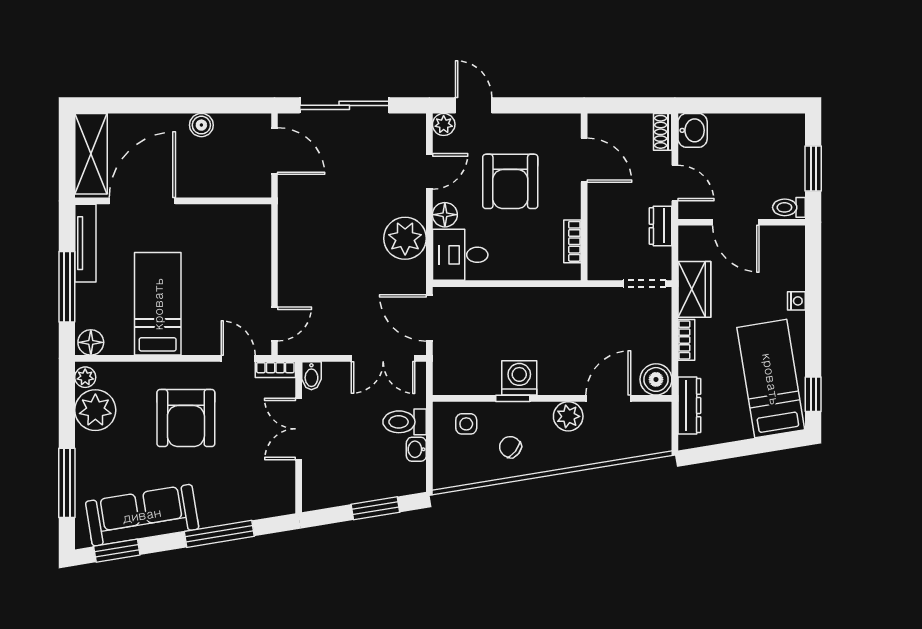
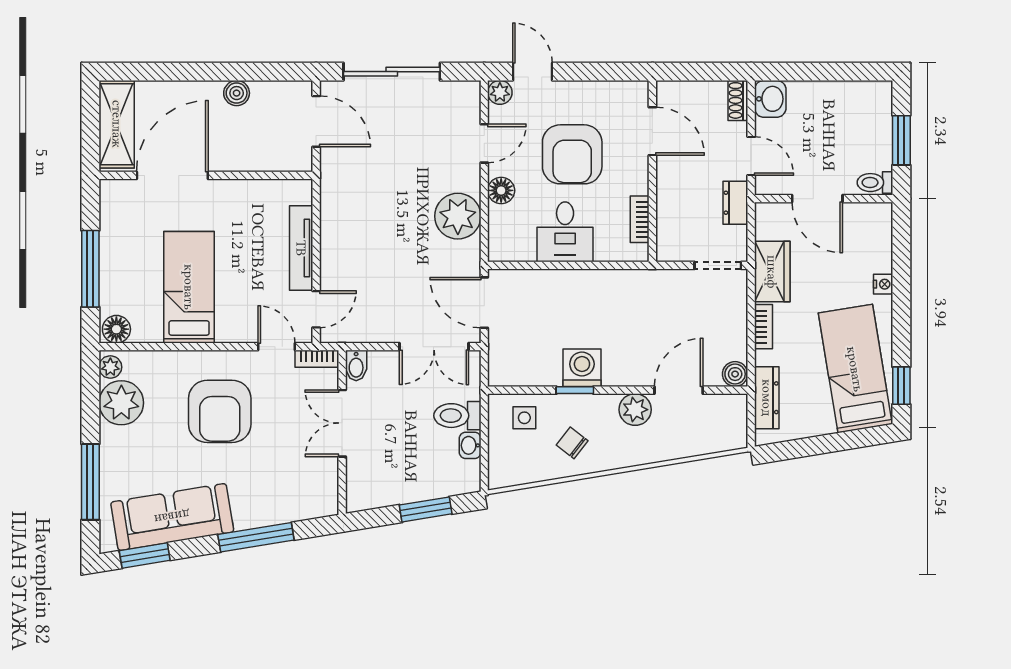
tv unit: (85, 243) -> (301, 248), moved, turned 180
desk: (460, 255) -> (565, 232), moved, turned -90
boiler: (656, 379) -> (735, 374), width x0.73, depth x0.73

